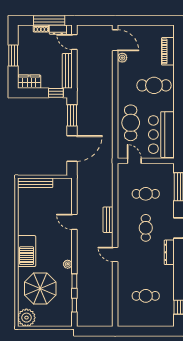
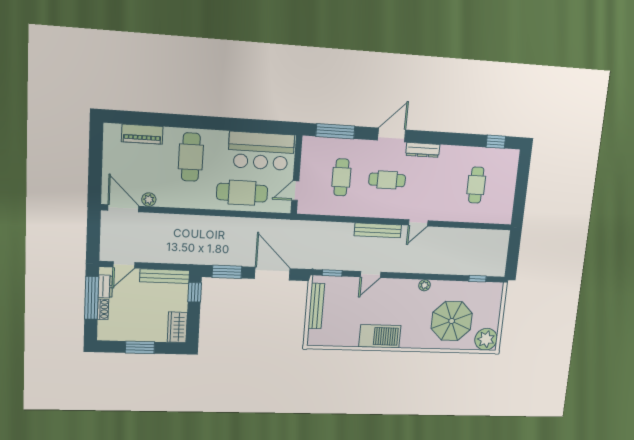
door: (115, 40) -> (123, 208), hinge flipped
bench: (35, 183) -> (316, 306), moved
bench: (108, 220) -> (378, 230), width x1.36
barbecue: (27, 251) -> (380, 336), moved
window: (74, 281) -> (332, 273), moved

